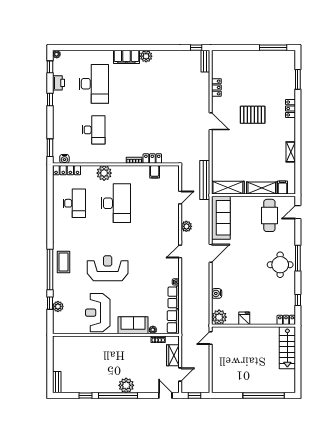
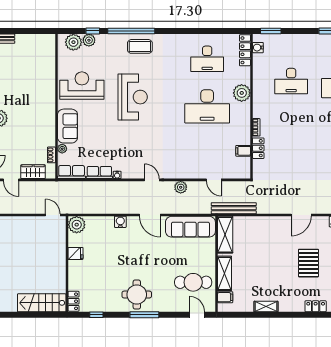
water cooler: (217, 293) -> (120, 222), moved
plant: (60, 320) -> (73, 42), added

